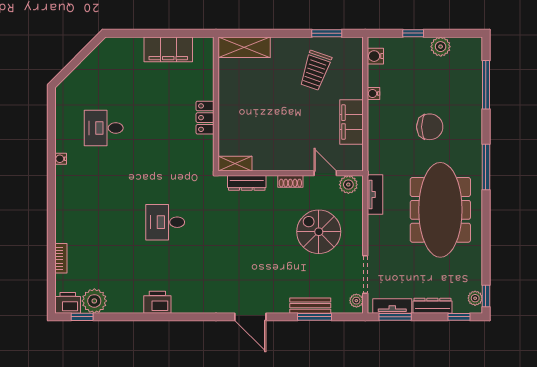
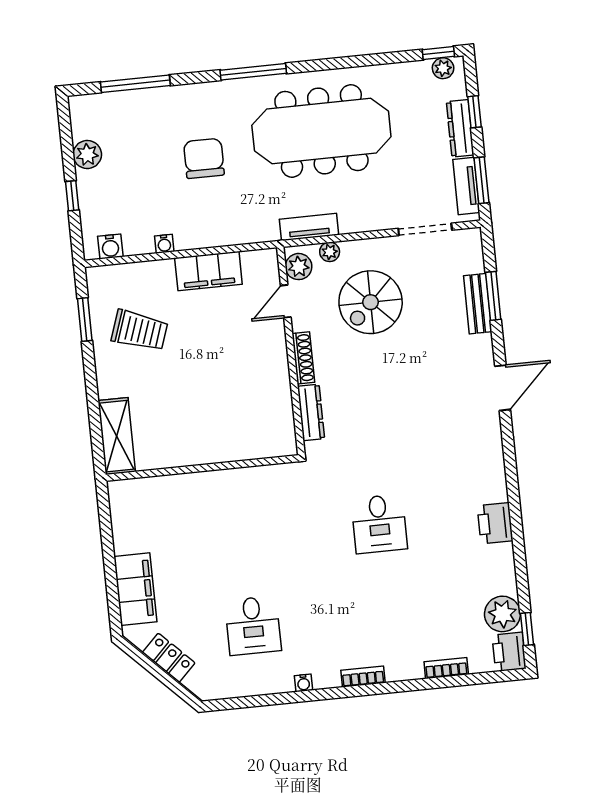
filing cabinet: (168, 49) -> (135, 589), moved
locker: (205, 118) -> (169, 658), moved, turned -135
shelving: (235, 164) -> (285, 432), removed
shoe rack: (290, 181) -> (303, 358), width x1.43
bookcase: (61, 200) -> (363, 677), added
plant: (356, 301) -> (330, 252), moved
window: (459, 317) -> (475, 112), moved

